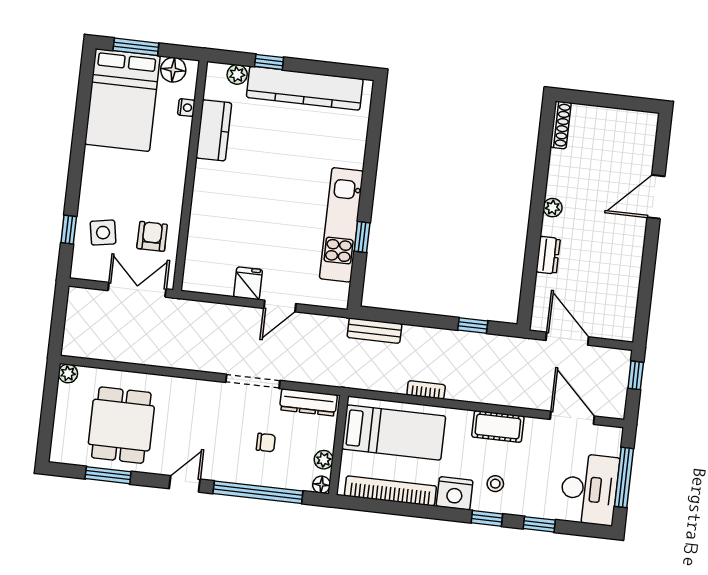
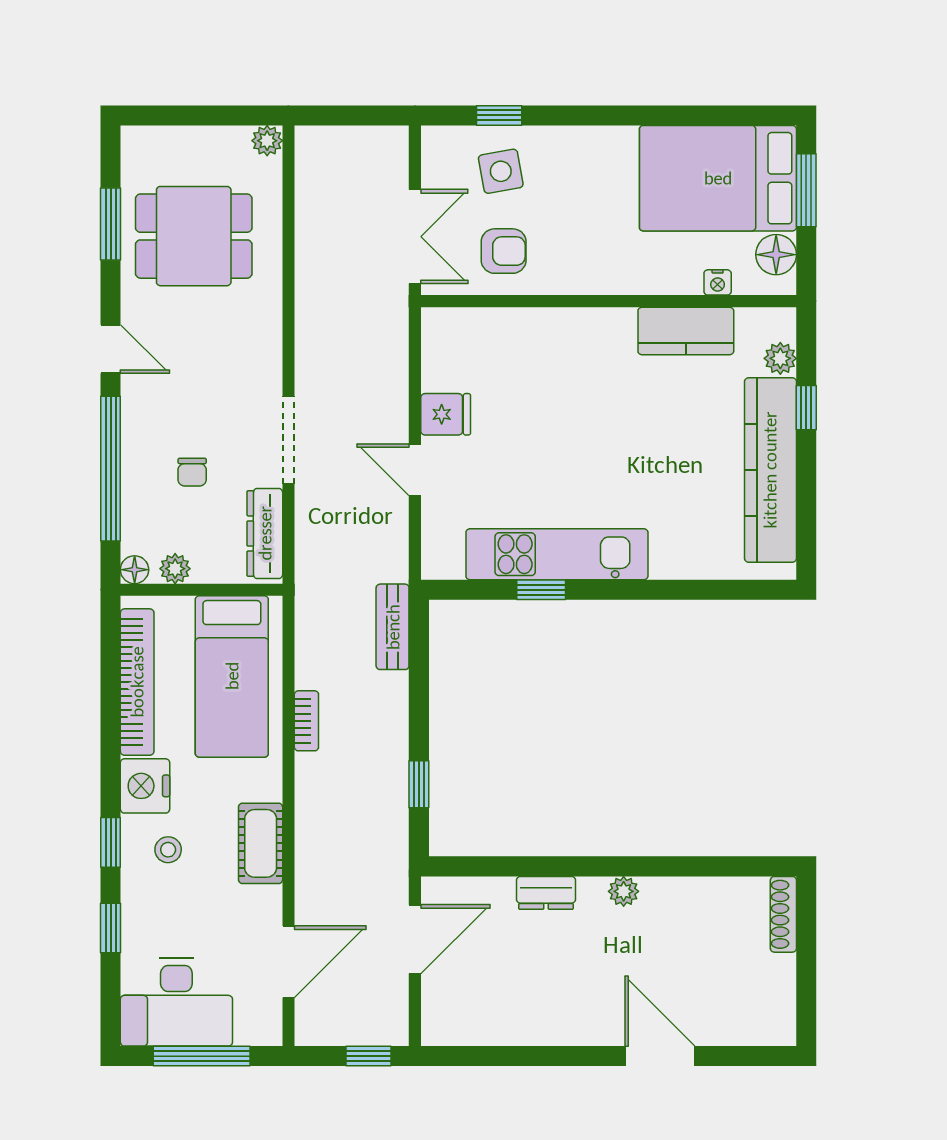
shoe rack: (561, 125) -> (783, 914), moved, turned 90

